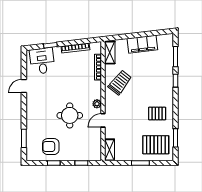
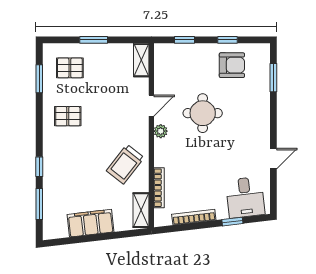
pallet: (156, 145) -> (70, 68), width x0.67, depth x0.71

